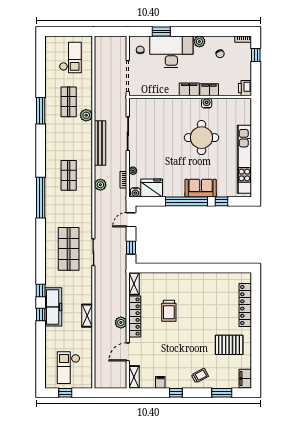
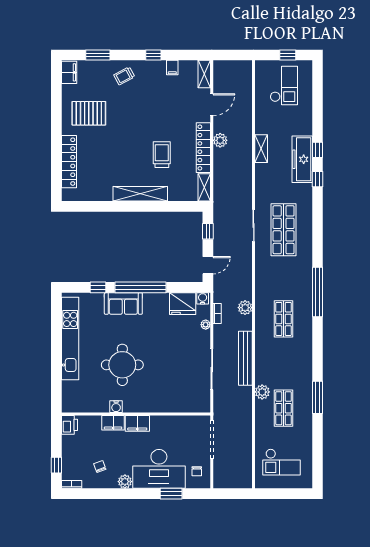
checkout: (70, 58) -> (282, 462), turned -90
shelving: (187, 278) -> (140, 194), added

